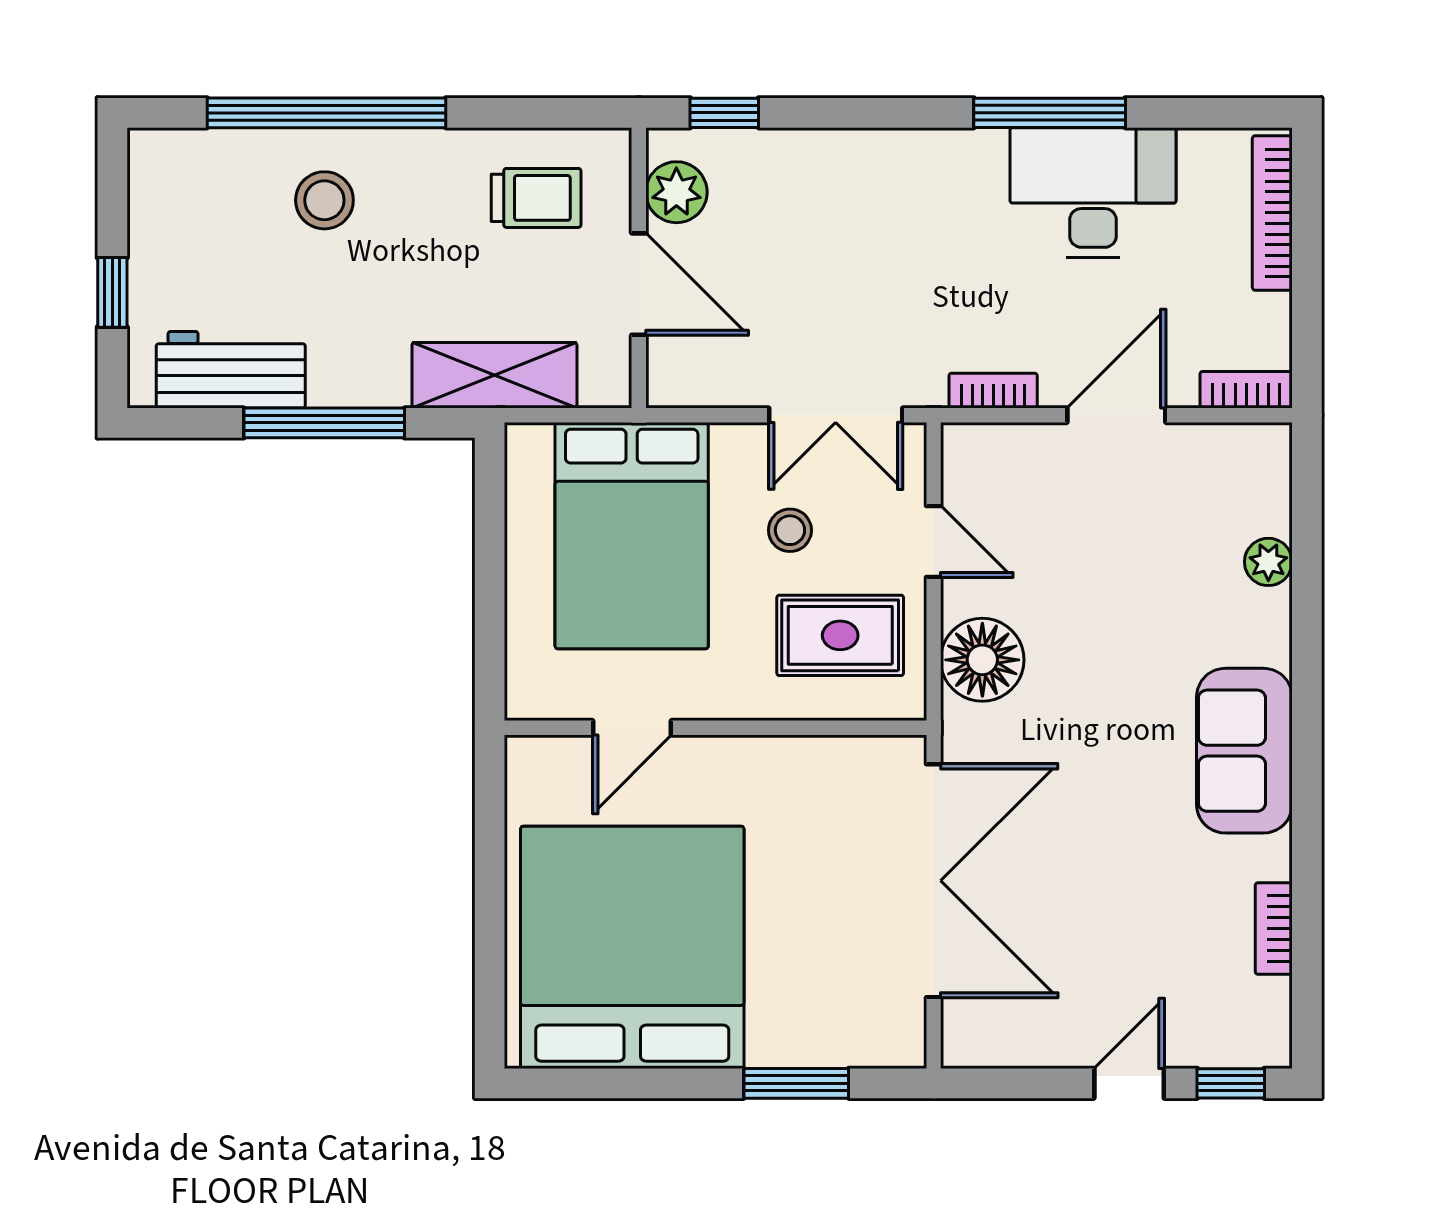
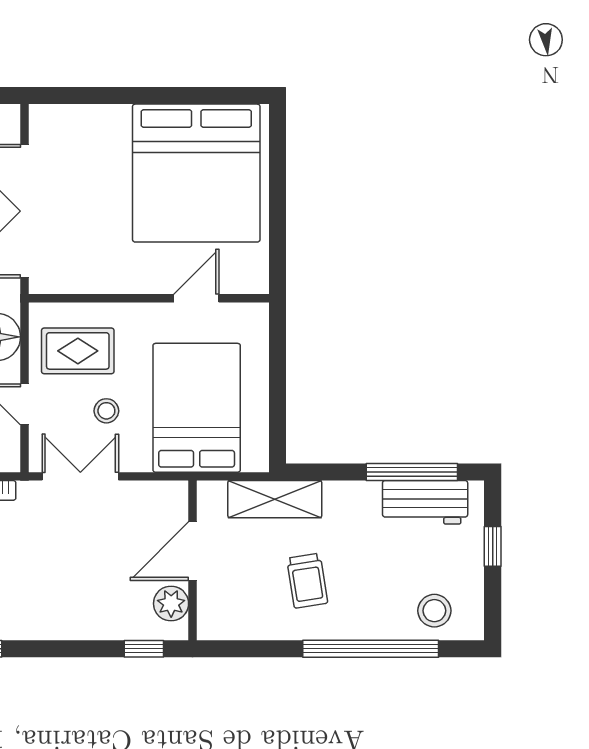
trolley: (536, 198) -> (307, 581), moved, turned -99
stool: (324, 200) -> (434, 611), moved
door: (639, 284) -> (193, 551), hinge flipped
window: (324, 423) -> (412, 472), moved
window: (796, 1083) -> (103, 96), removed

